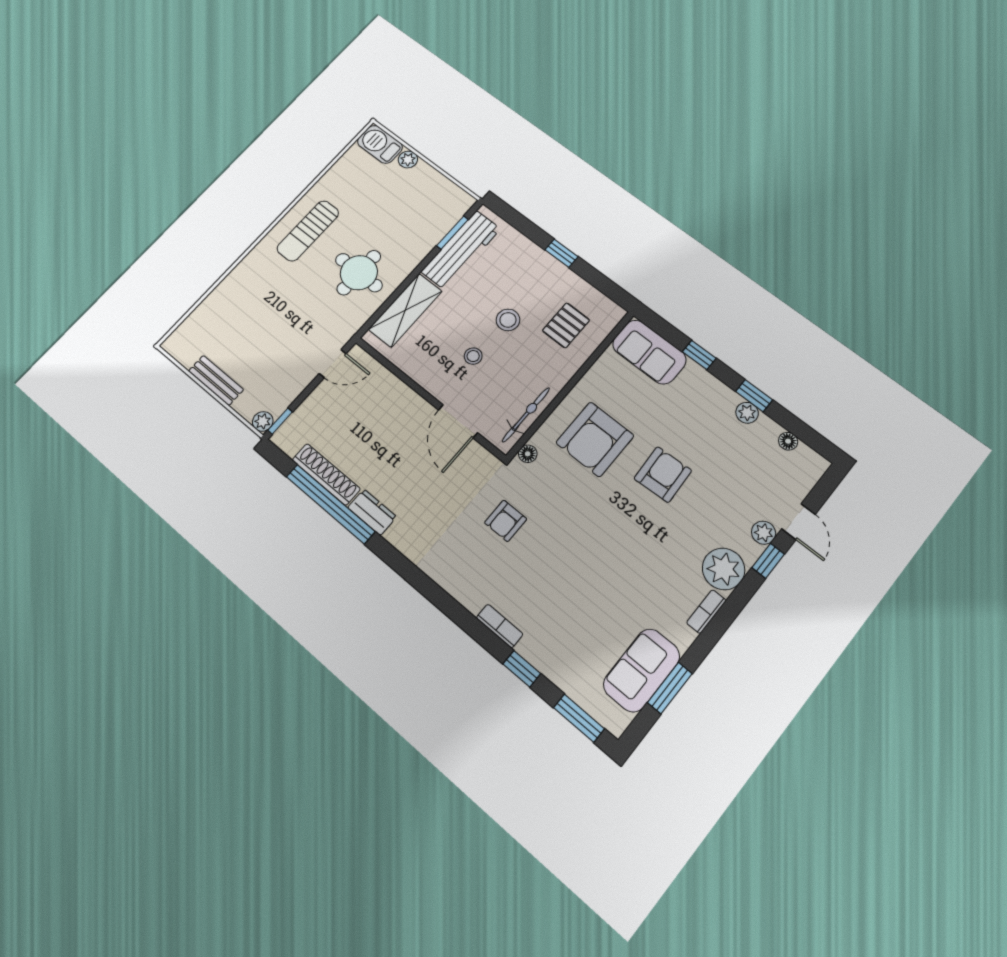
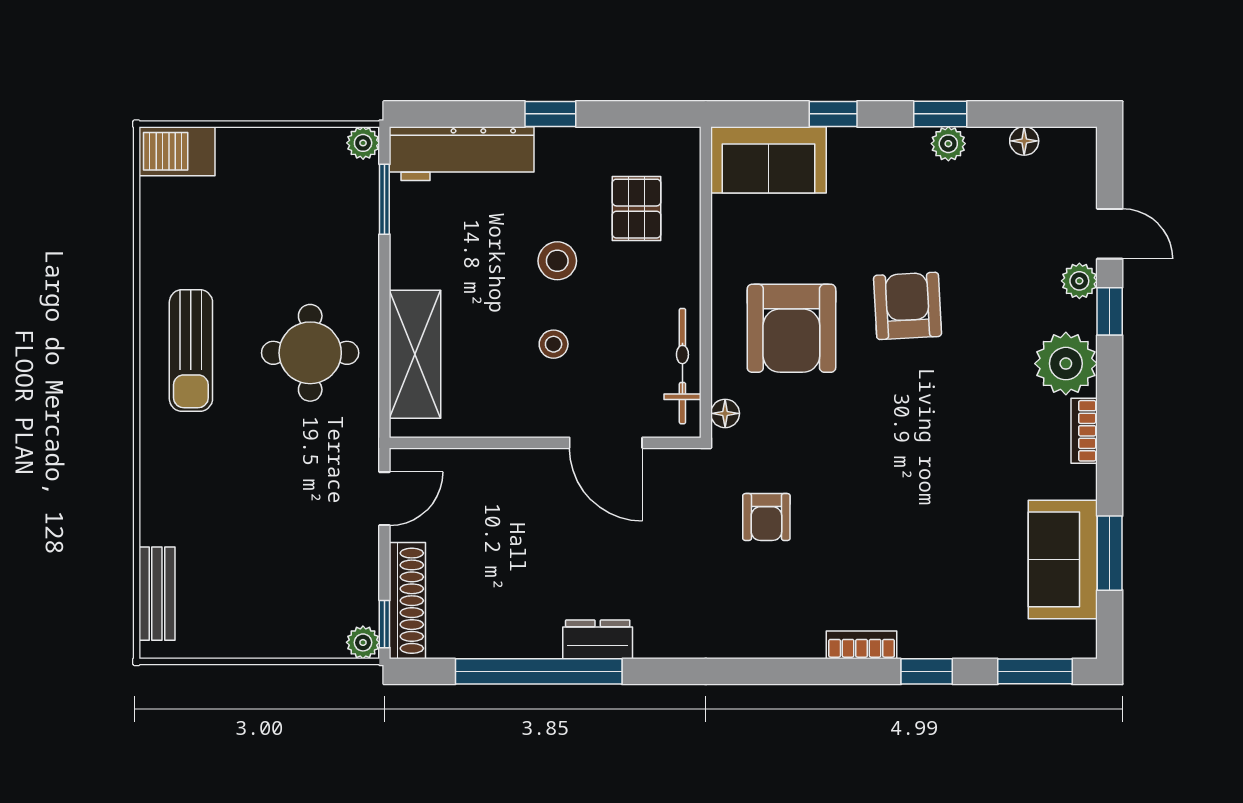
plant: (408, 159) -> (363, 143), moved
workbench: (461, 250) -> (462, 154), moved, turned 90
bench: (216, 380) -> (157, 594), moved, turned 90
shoe rack: (326, 474) -> (407, 601), moved, turned 90

